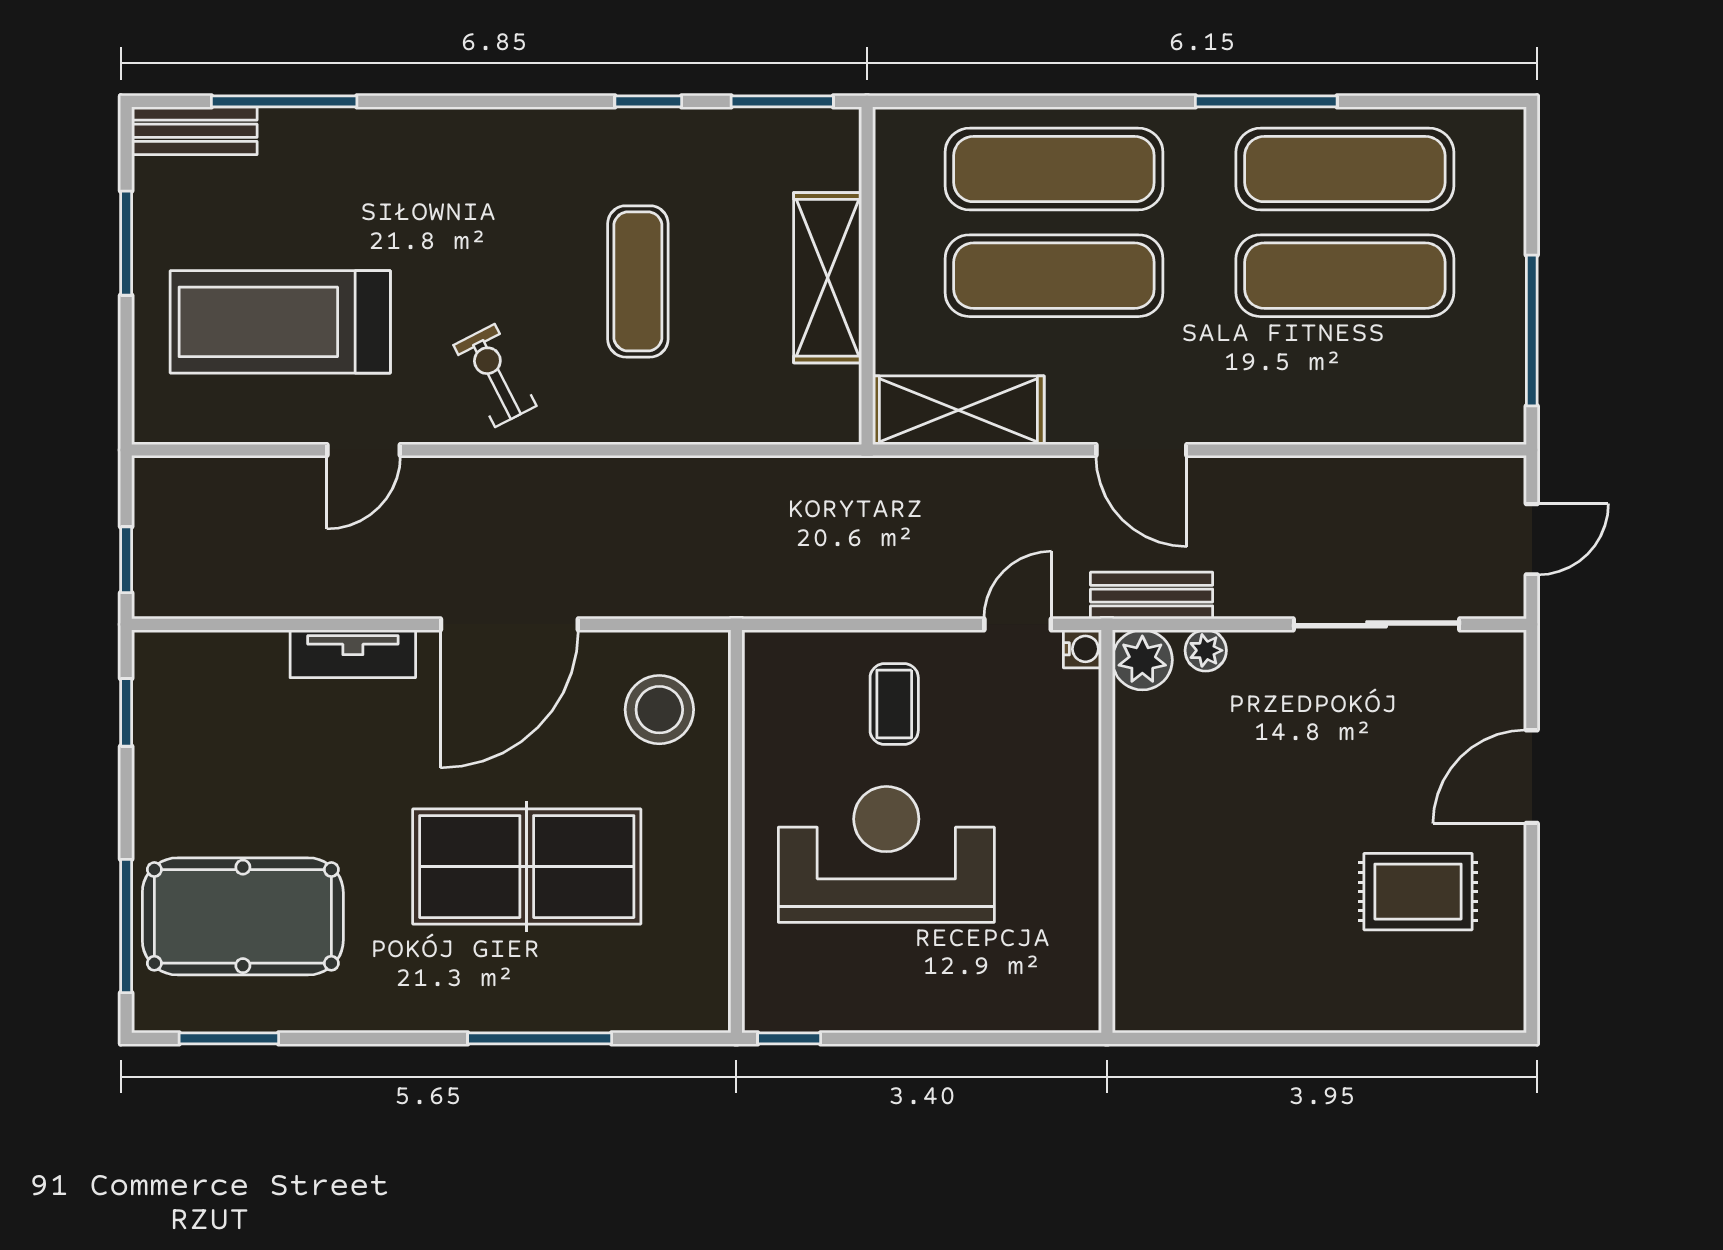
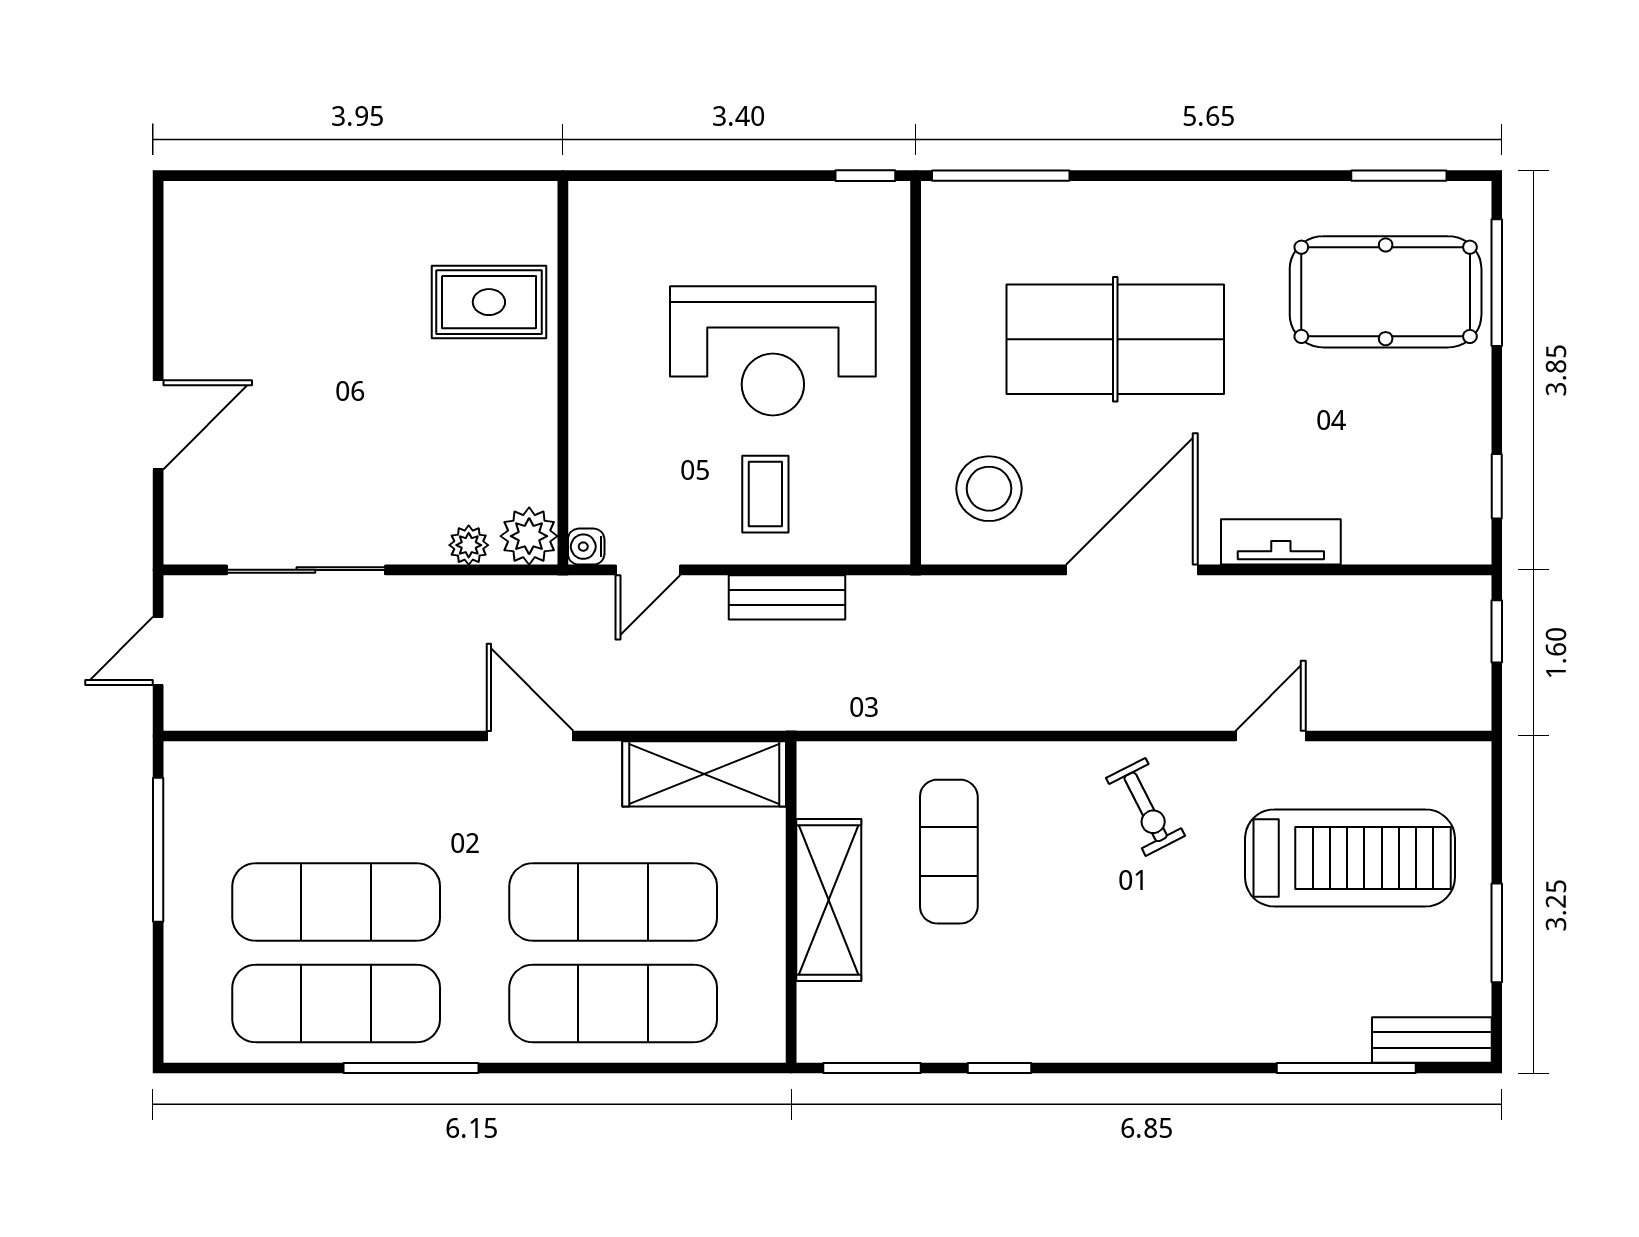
exercise mat: (638, 281) -> (949, 852), moved
bench: (1152, 596) -> (787, 597), moved
rug: (1418, 892) -> (489, 302), moved
window: (540, 1038) -> (1001, 176), moved

